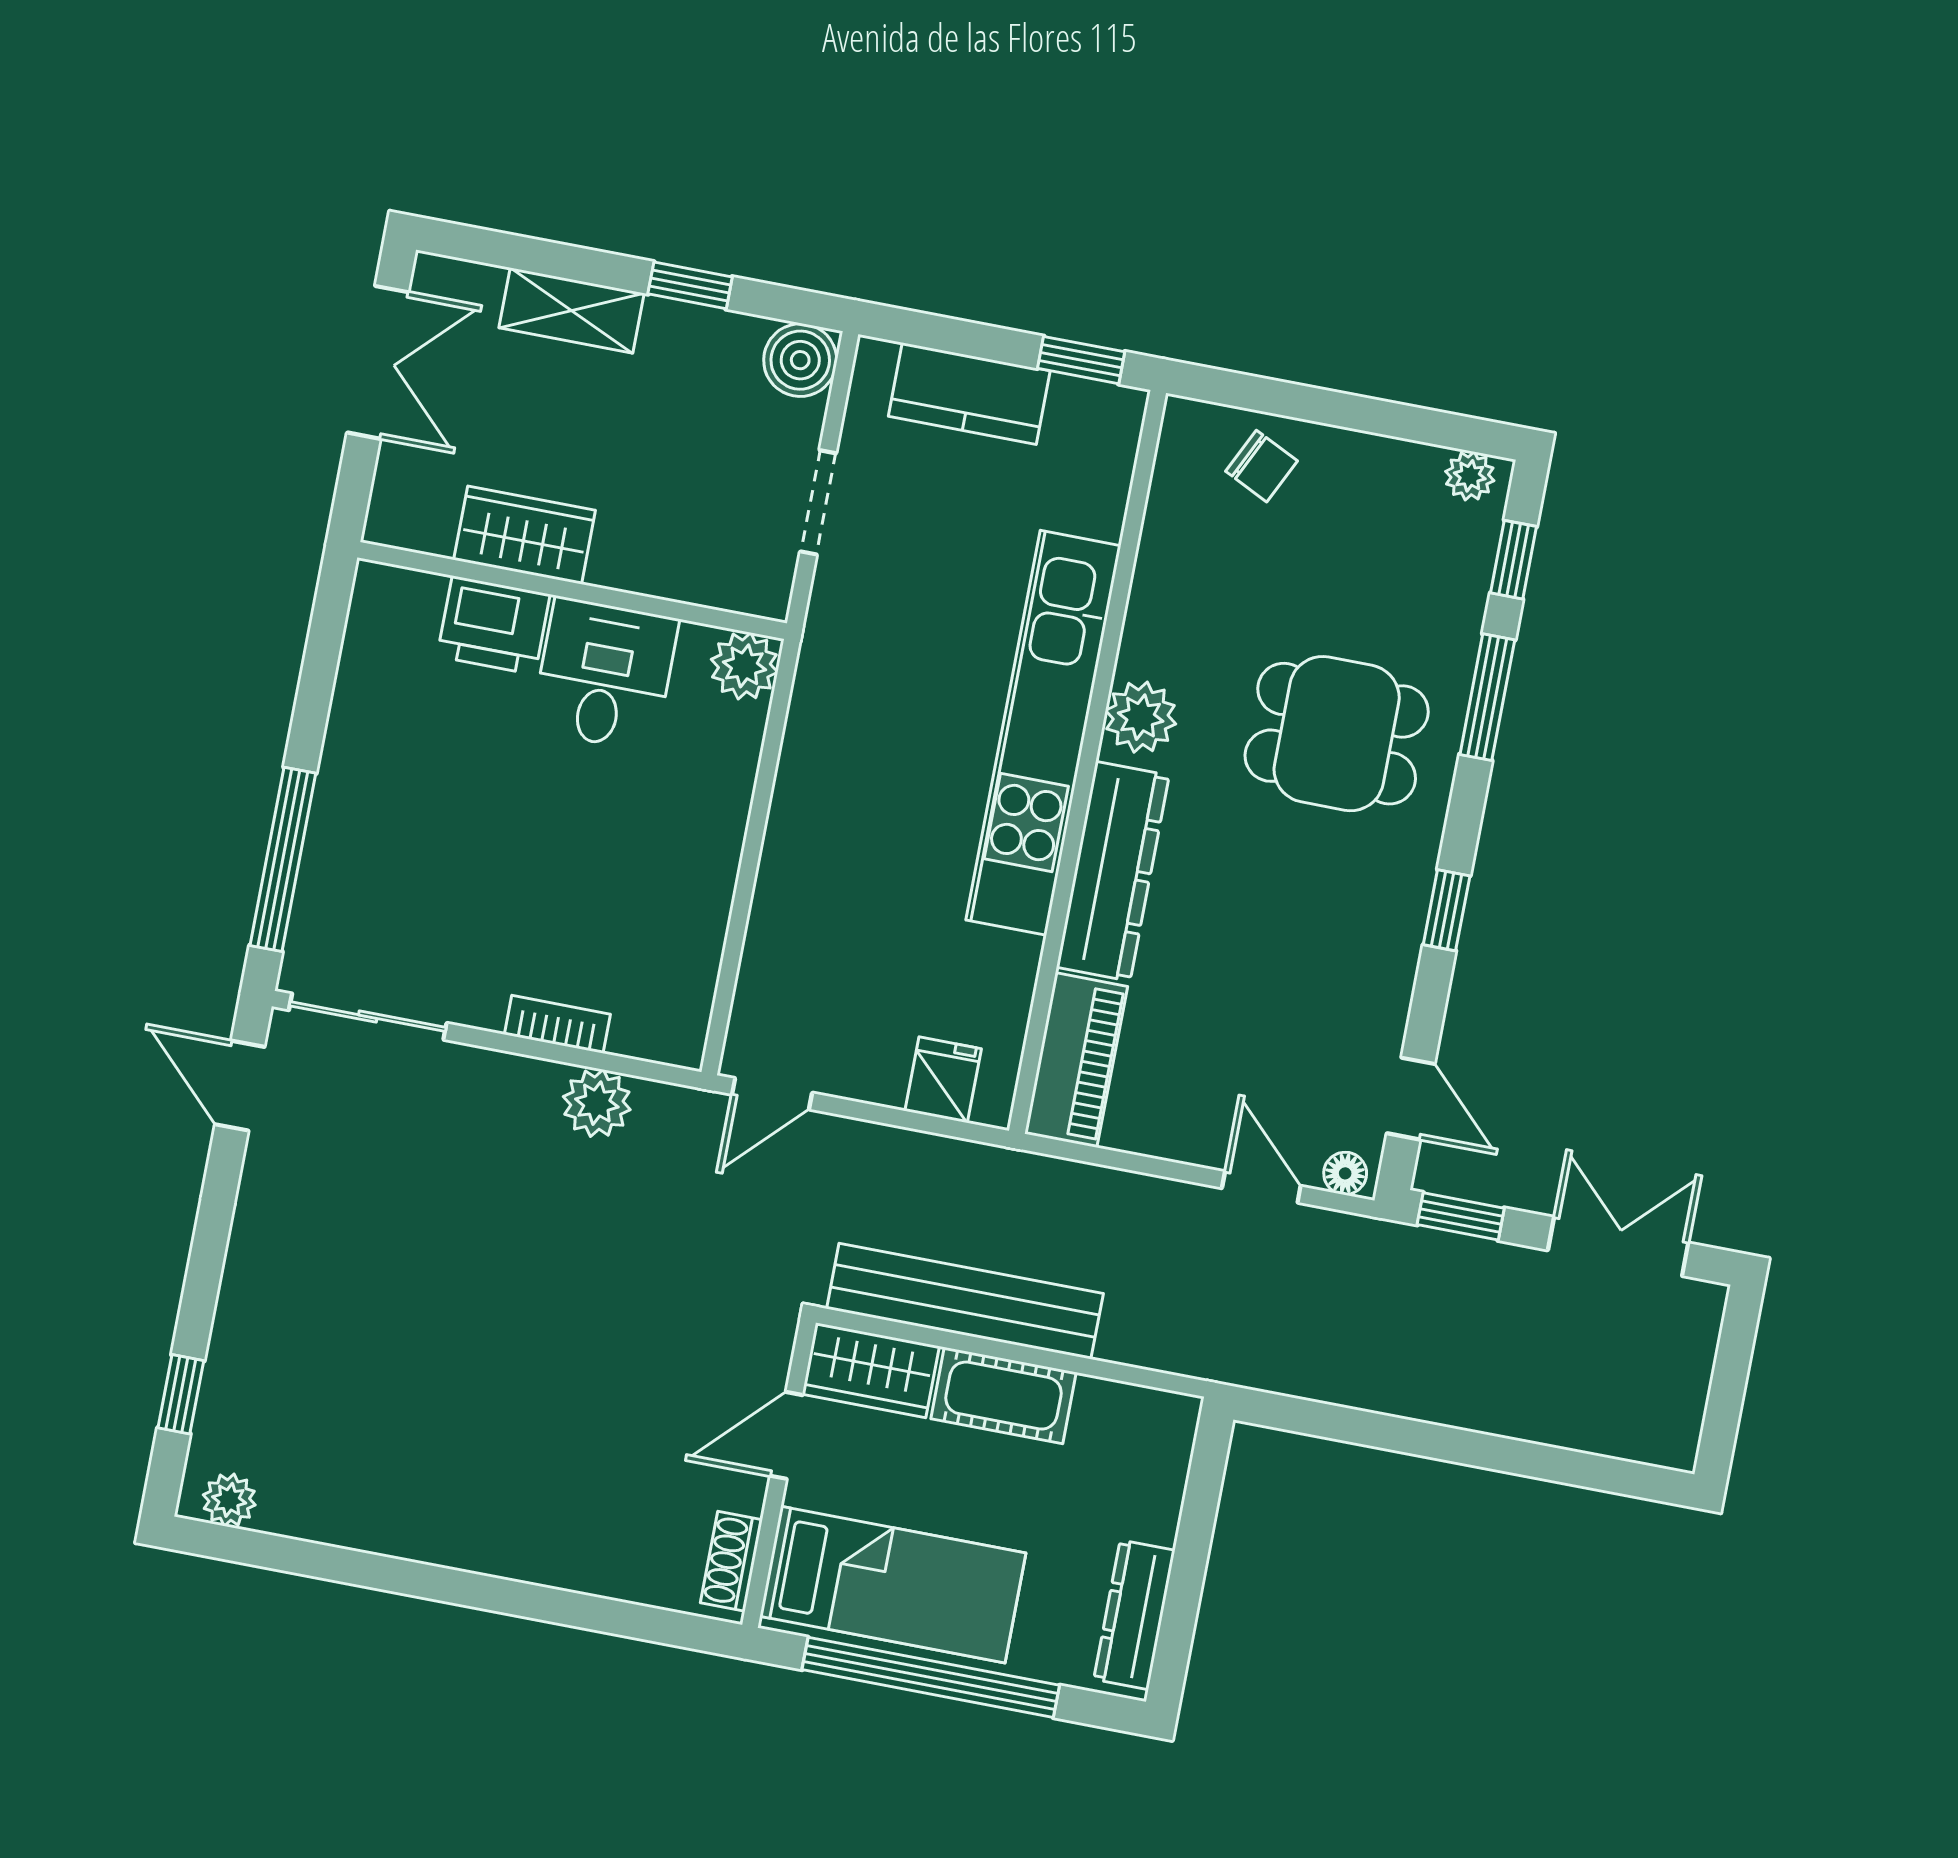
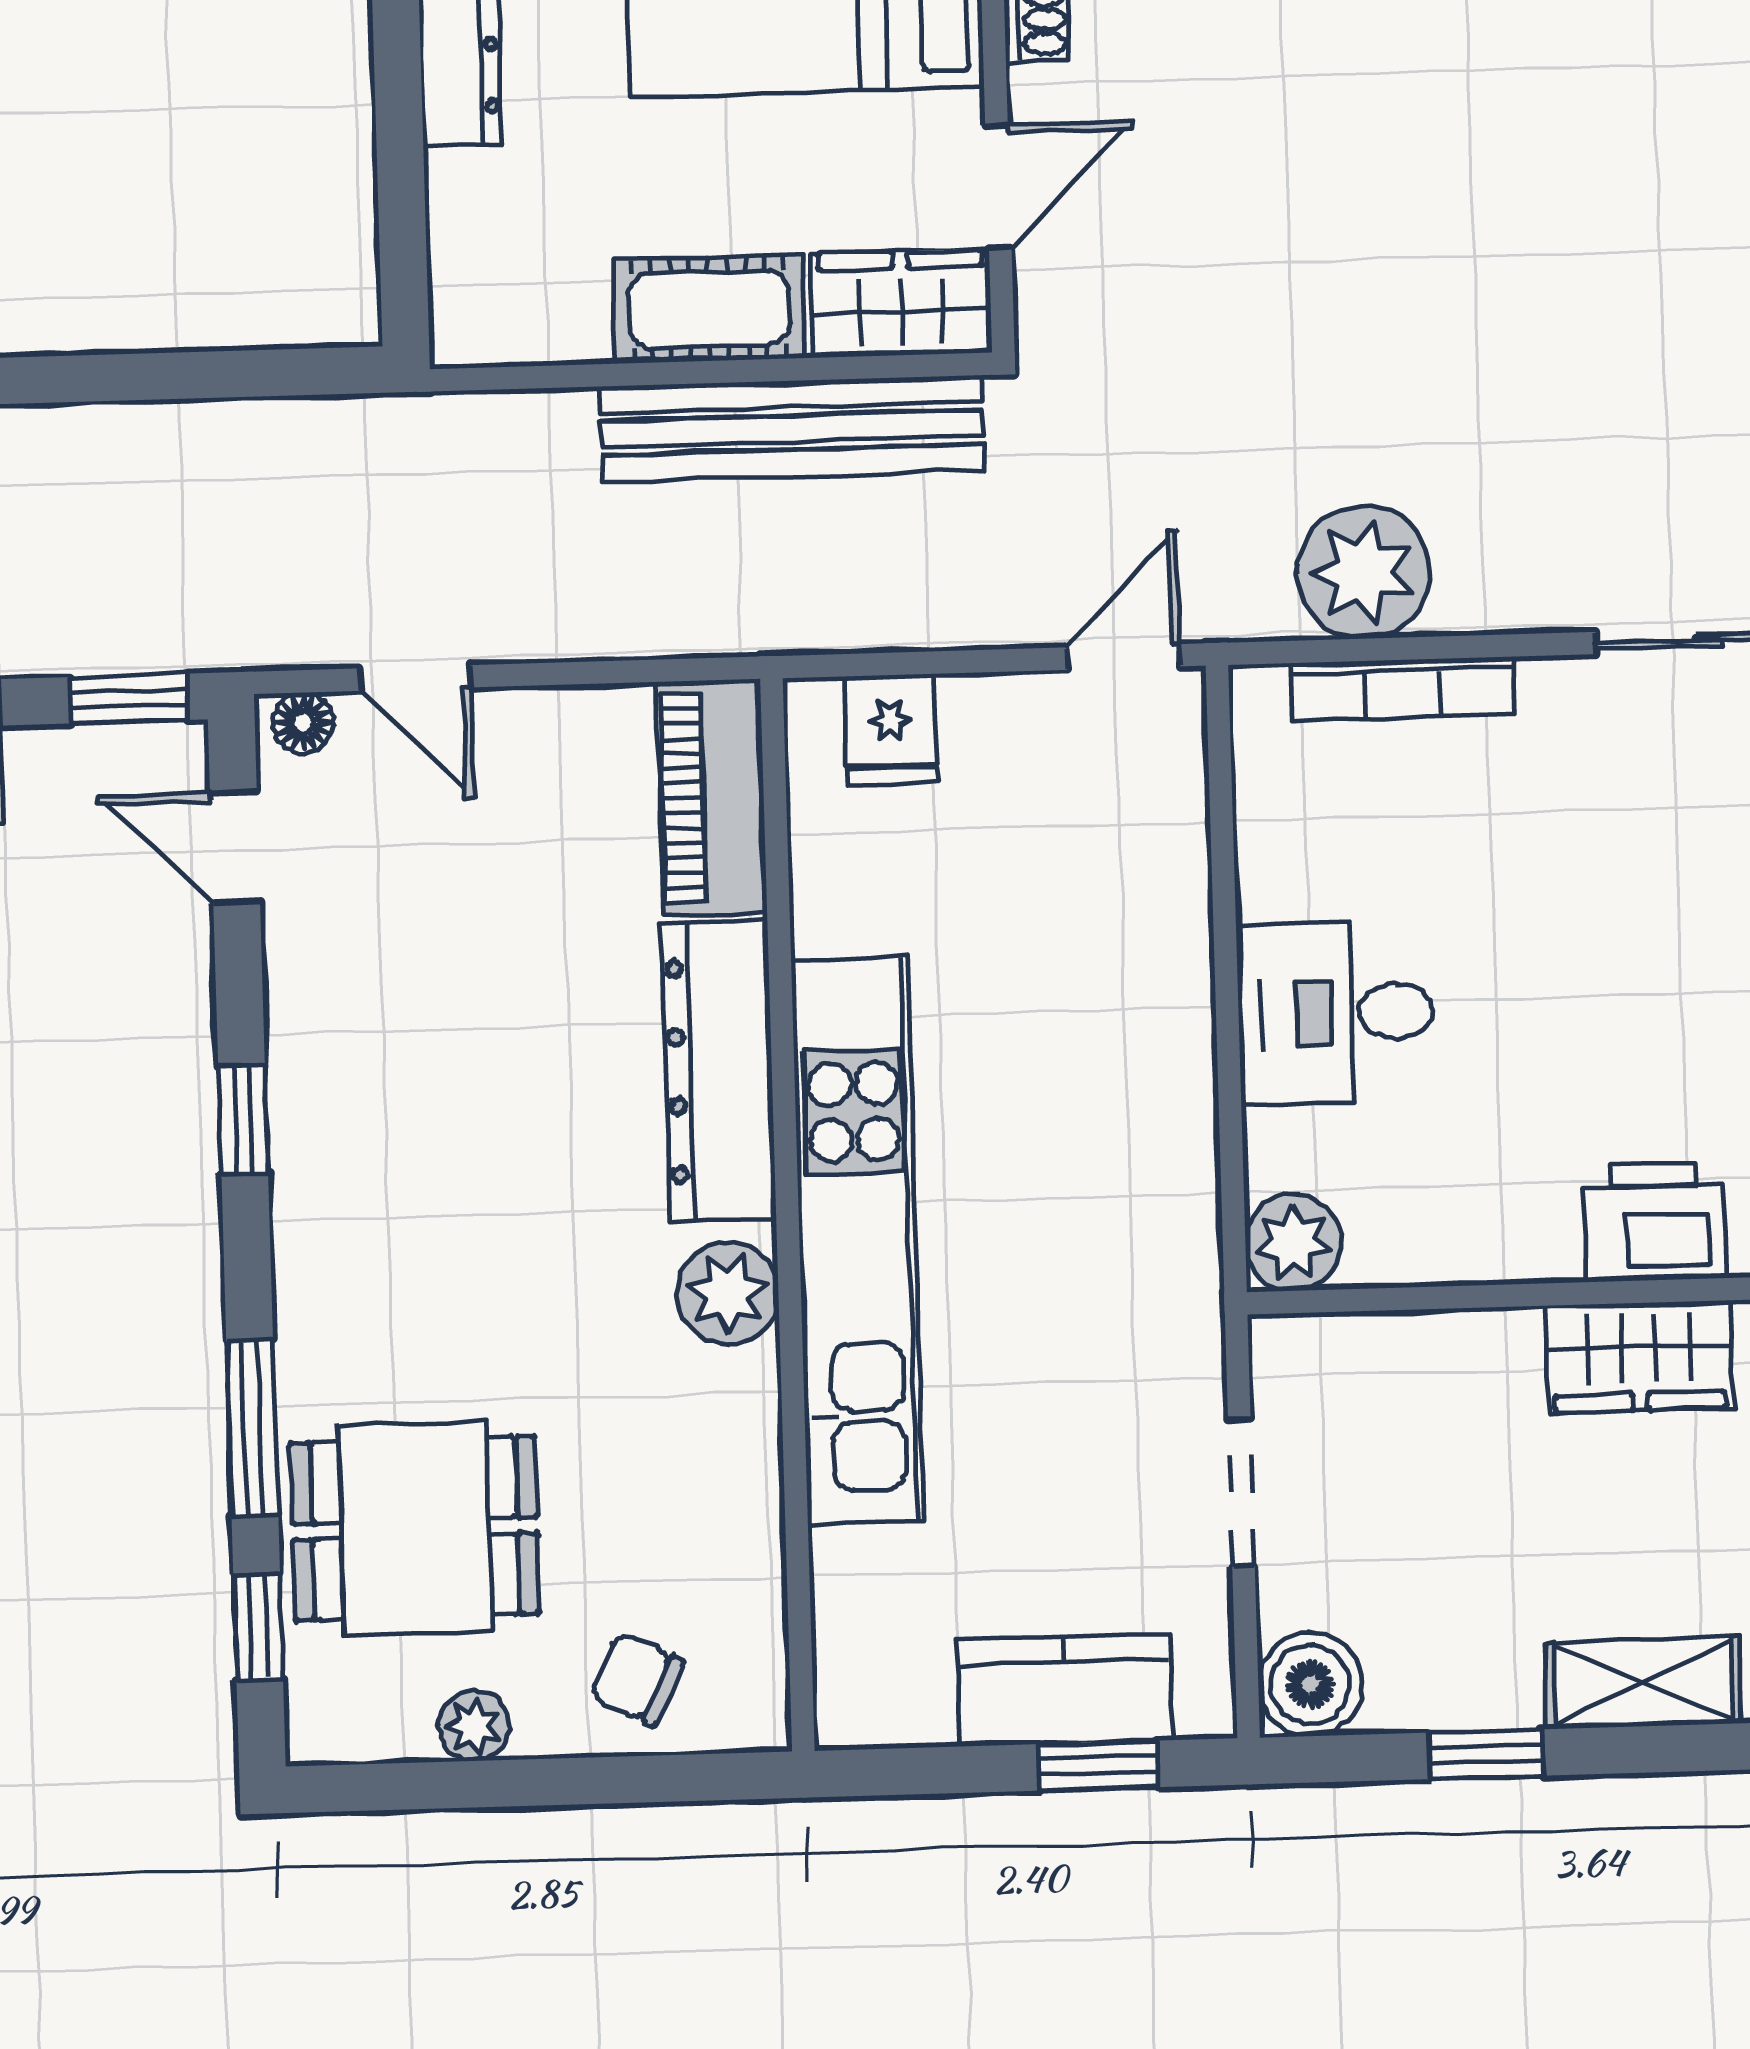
window: (1081, 360) -> (1098, 1766), moved
plant: (1470, 476) -> (474, 1726), moved
desk: (605, 674) -> (1336, 1013), moved, turned 90
dining table: (1337, 734) -> (415, 1528), moved
bookcase: (557, 1024) -> (1403, 688), width x1.56
plant: (597, 1103) -> (1363, 572), width x1.36, depth x1.36

